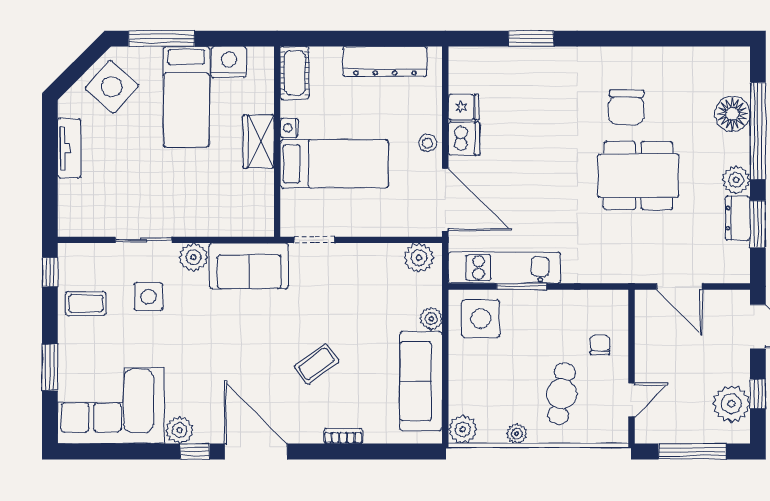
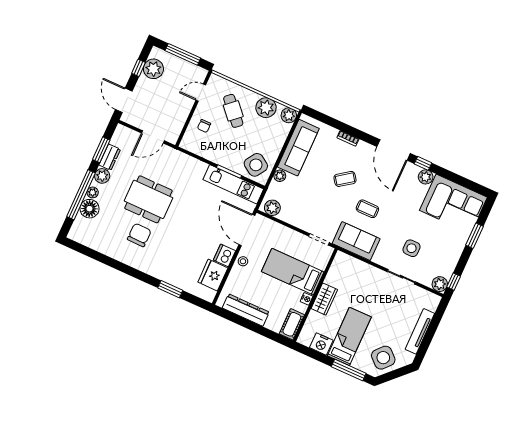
fridge: (464, 107) -> (213, 275), width x1.88, depth x1.34
plant: (740, 144) -> (93, 192), added
tv unit: (69, 148) -> (420, 331), width x1.41
plant: (193, 257) -> (440, 284), moved
door: (679, 286) -> (153, 137), swing flipped
coffee table: (86, 304) -> (367, 209), moved
side table: (481, 319) -> (256, 165), turned 33
cafe table: (562, 394) -> (233, 111), turned -51
plant: (517, 434) -> (266, 108), width x1.88, depth x1.88

